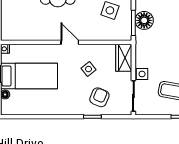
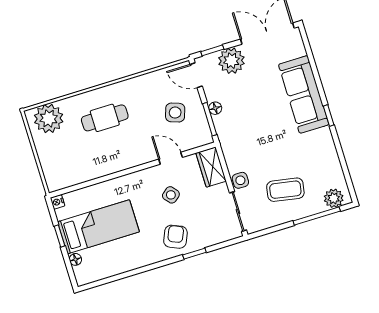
floor lamp: (144, 20) -> (215, 108), width x0.53, depth x0.53
door: (70, 42) -> (171, 158), moved
armchair: (99, 97) -> (175, 237), moved

